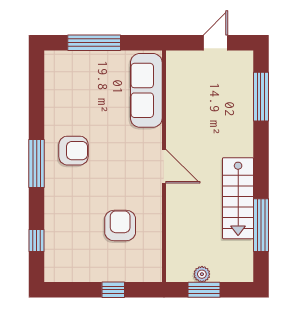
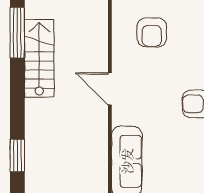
window: (261, 97) -> (17, 155), width x0.69

